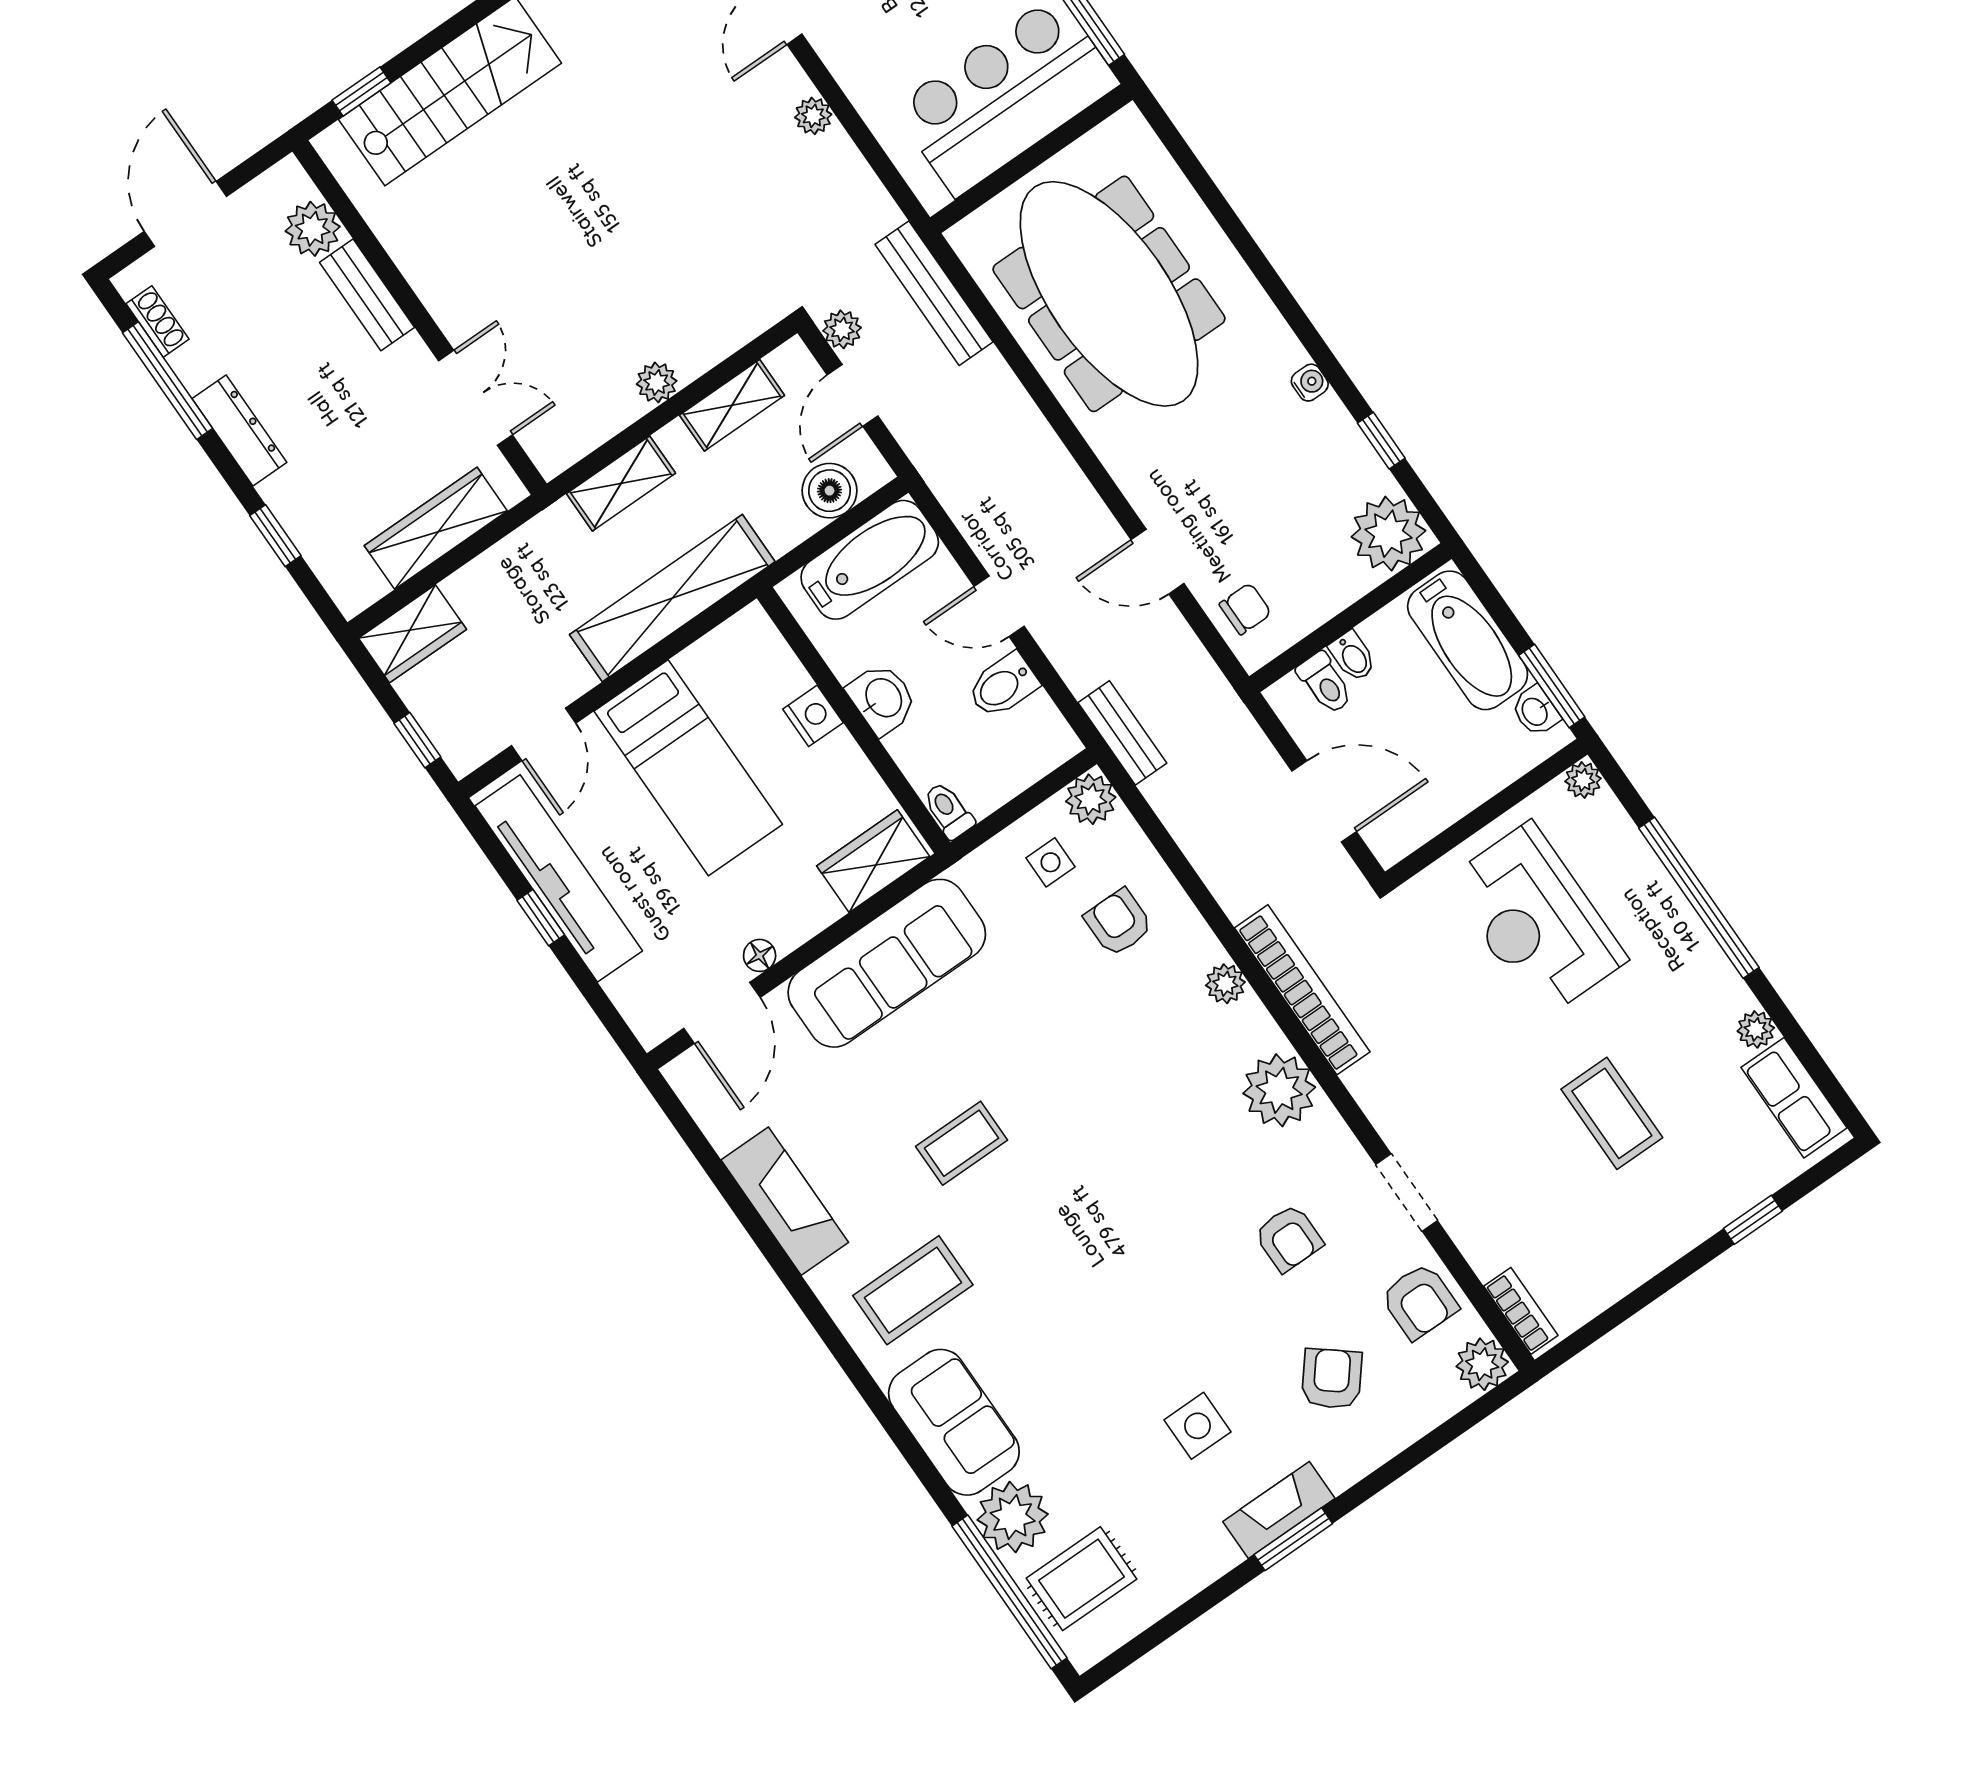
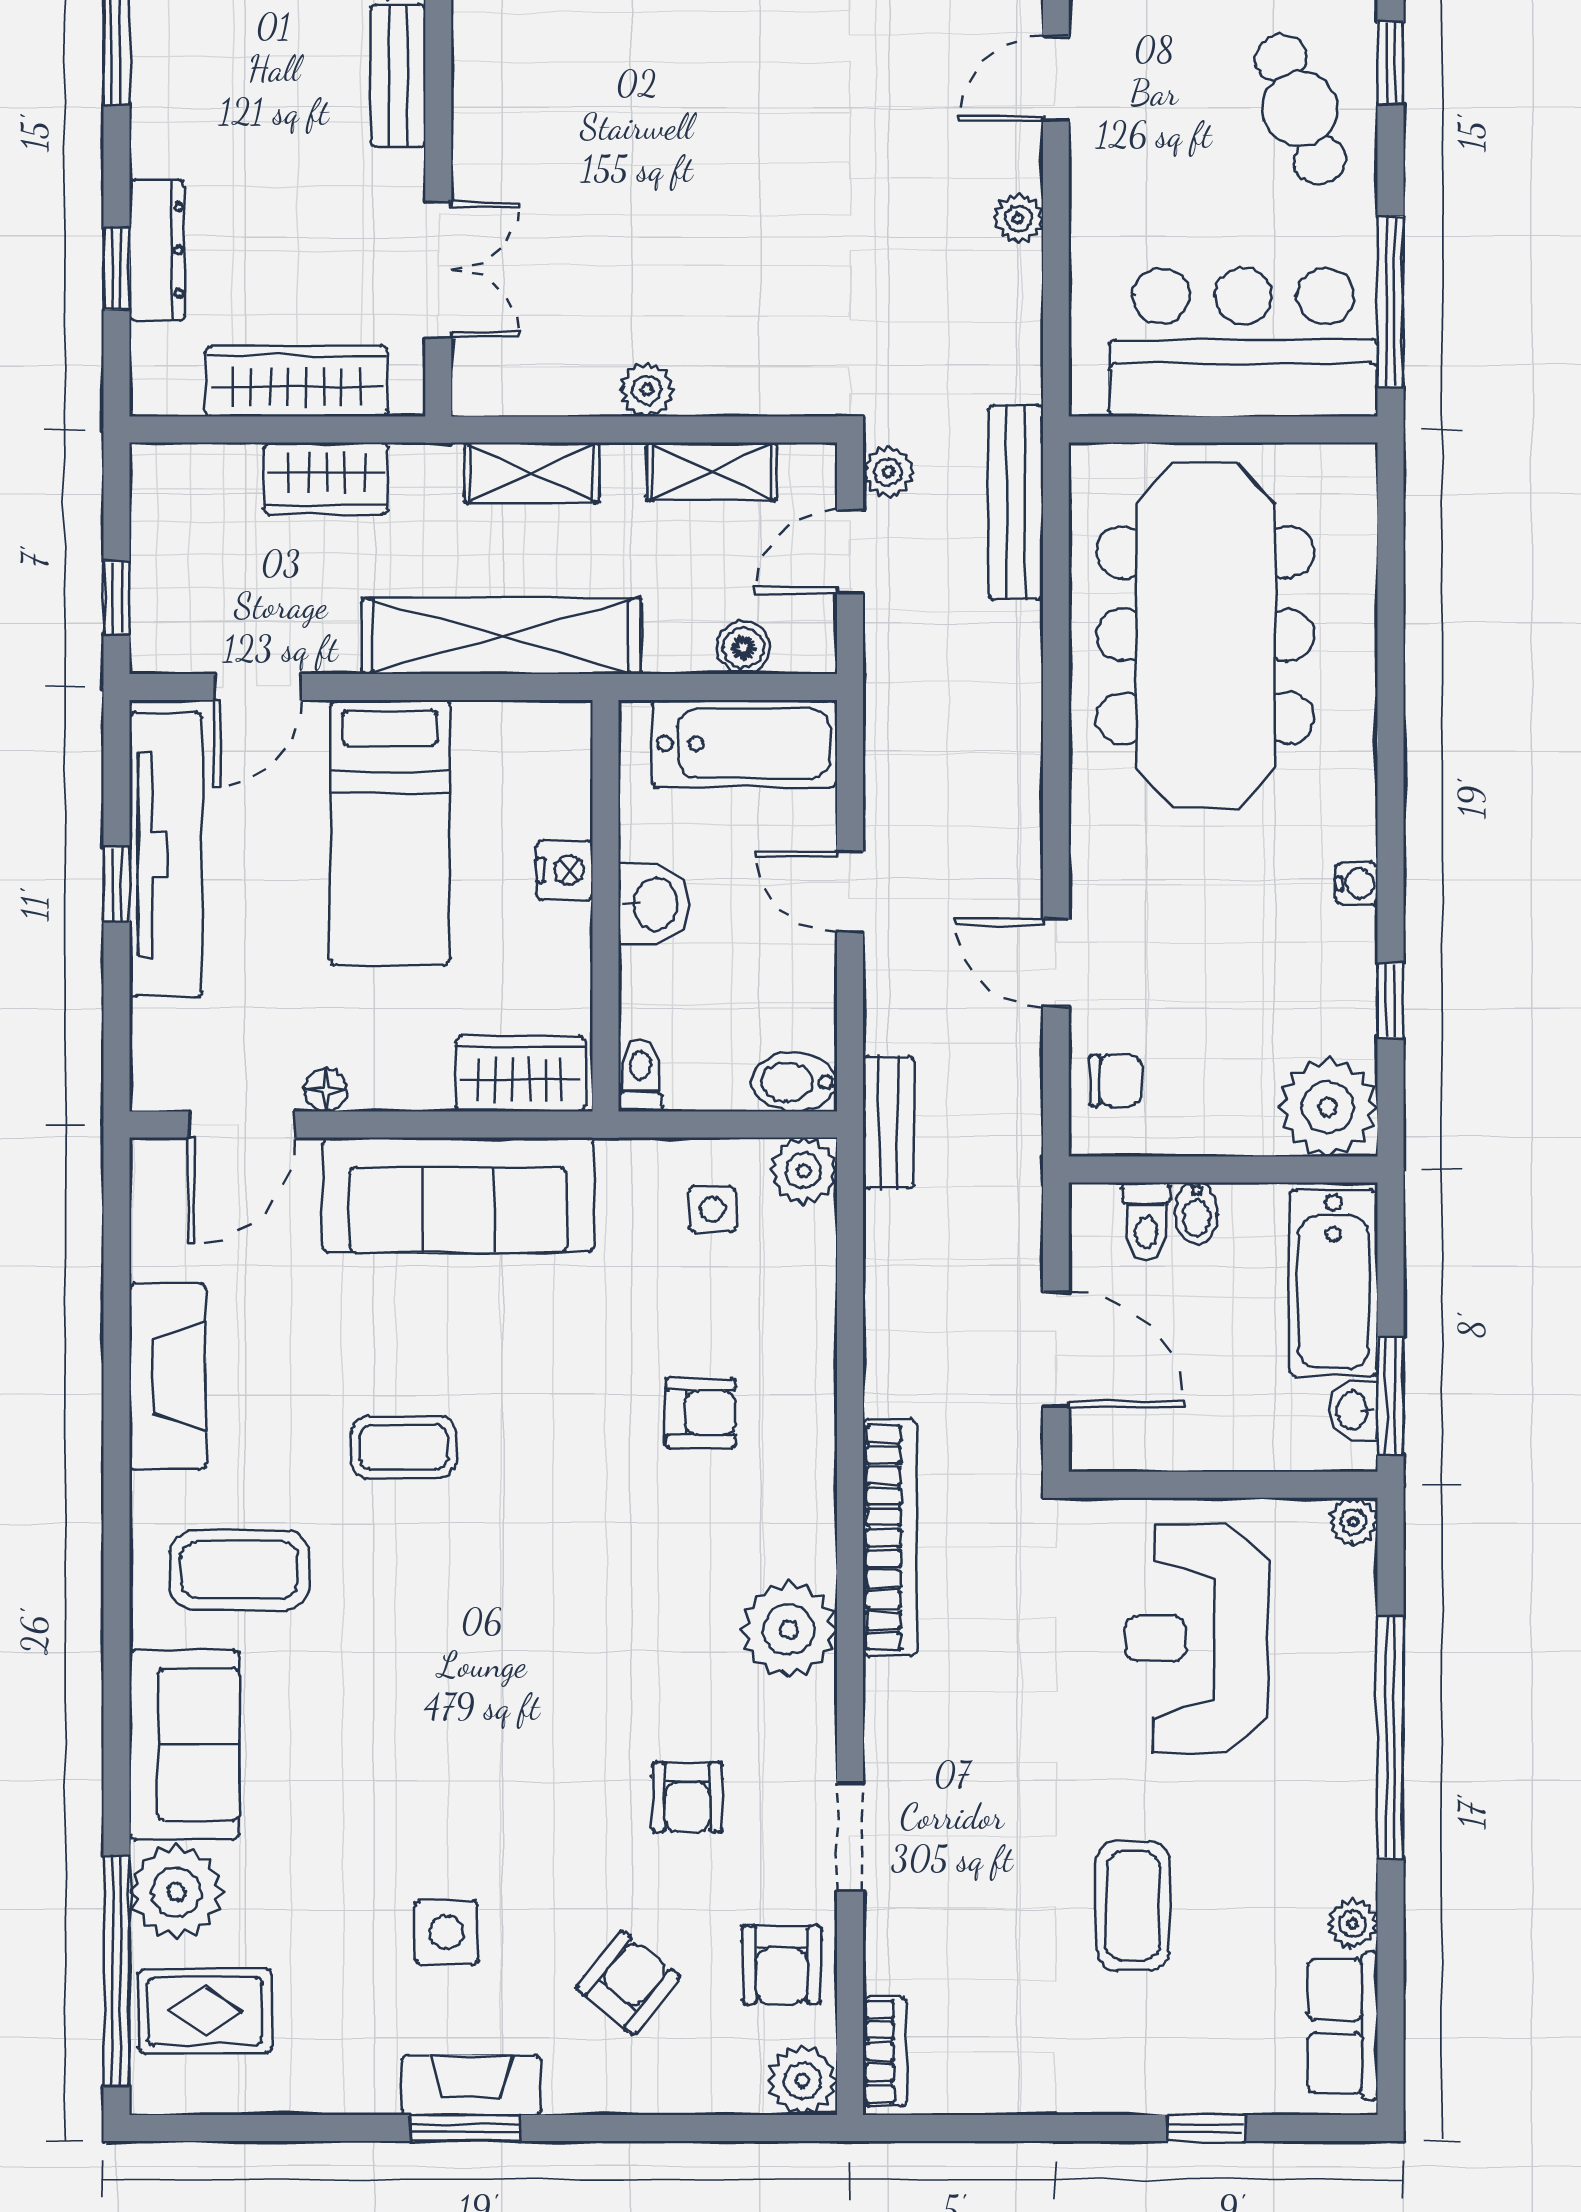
dresser: (239, 431) -> (157, 250), moved
boiler: (830, 491) -> (743, 648), width x0.73, depth x0.73
wardrobe: (412, 634) -> (326, 478), moved
bidet: (1003, 686) -> (794, 1082), moved
armchair: (1118, 922) -> (701, 1413), moved, turned 90
plant: (1225, 984) -> (811, 1473), removed

